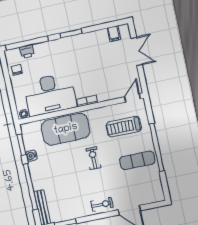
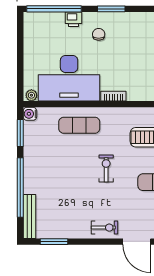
printer: (27, 52) -> (73, 19), moved
chair: (17, 70) -> (99, 34), moved
exercise mat: (66, 129) -> (79, 125), width x0.50, depth x0.69
water cooler: (32, 156) -> (30, 114), moved

